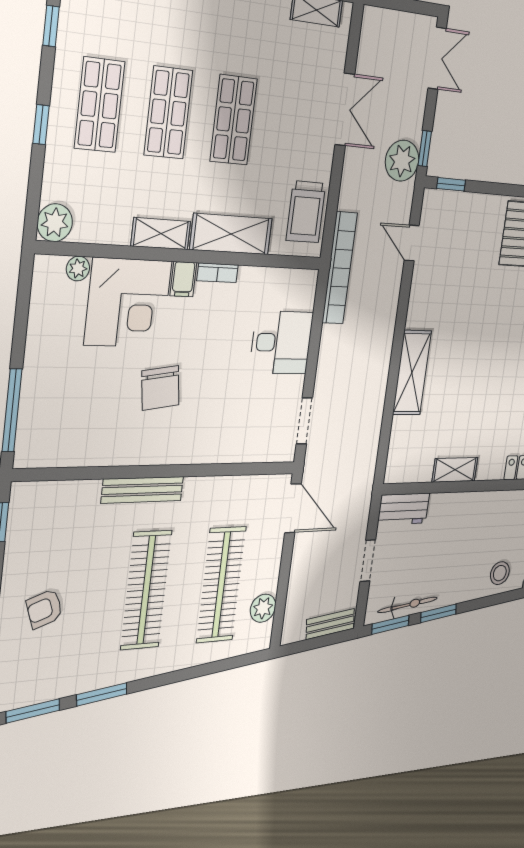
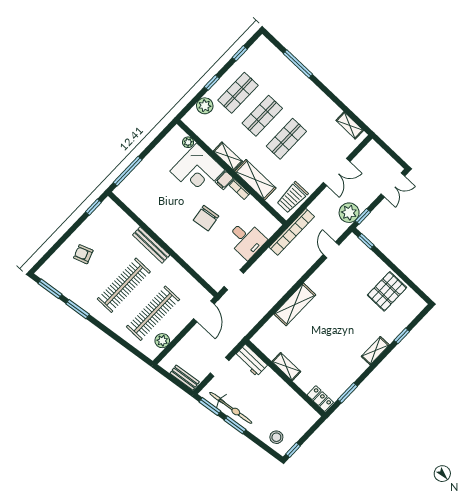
plant: (55, 223) -> (205, 106), moved
chair: (160, 388) -> (206, 218), moved
bicycle: (408, 605) -> (231, 408), width x1.37, depth x1.40

